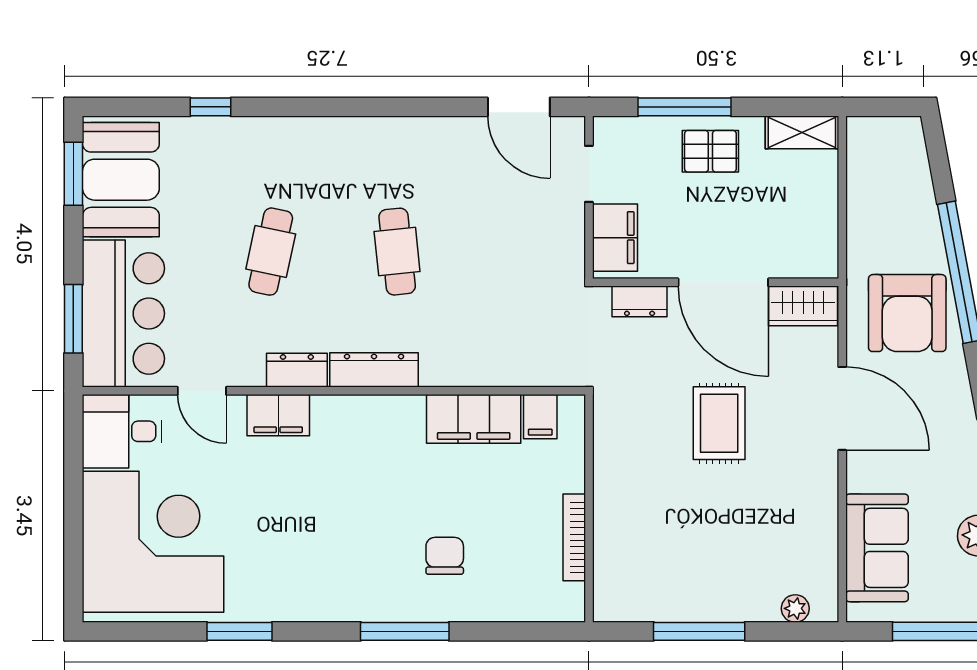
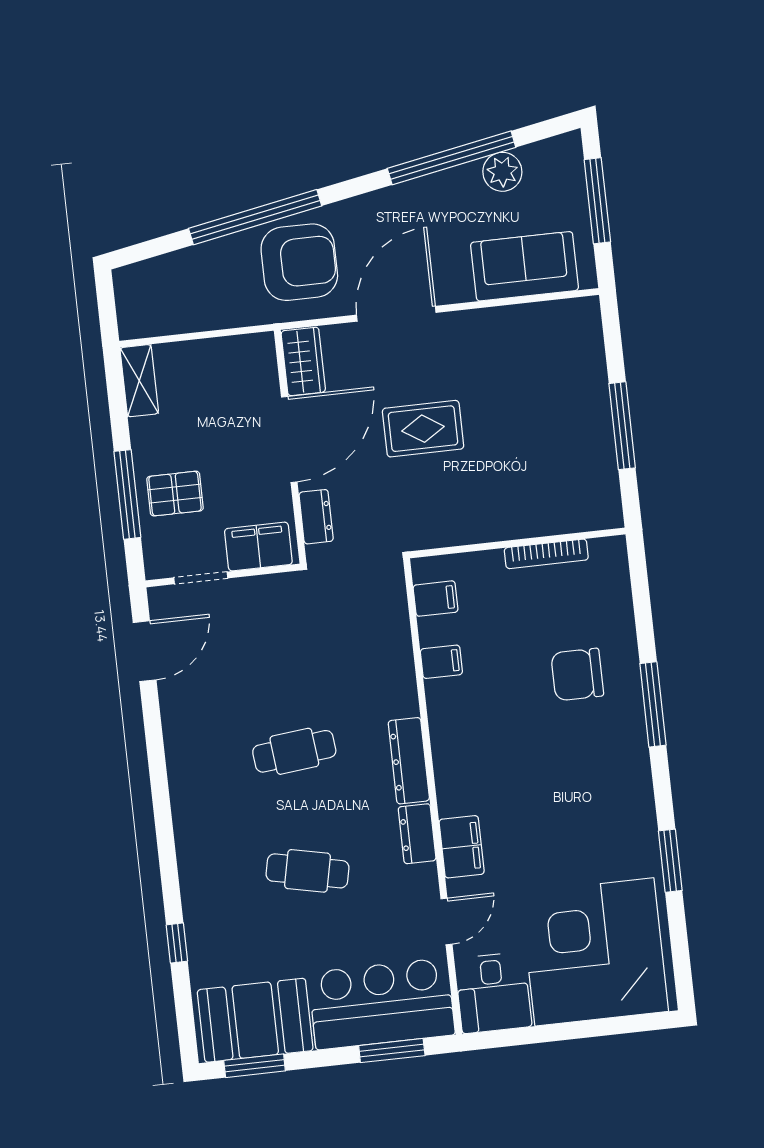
pallet: (710, 151) -> (175, 494), moved, turned 90
filing cabinet: (474, 419) -> (441, 662), width x0.33, depth x0.86
chair: (445, 556) -> (577, 674), width x1.37, depth x1.37
plant: (795, 608) -> (590, 337), removed

